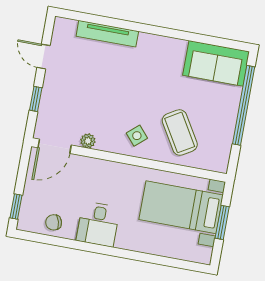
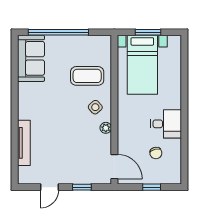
coffee table: (180, 132) -> (87, 76), turned 31
plant: (88, 141) -> (106, 128), moved
window: (16, 206) -> (152, 187), moved
chair: (54, 222) -> (156, 153), moved

